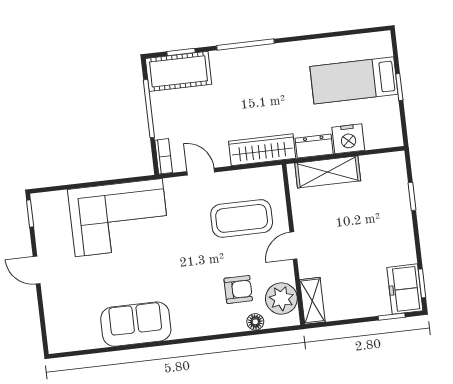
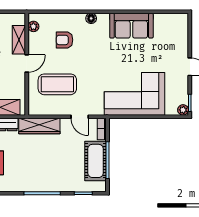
cot: (178, 71) -> (96, 161), moved, turned 90
plant: (39, 201) -> (183, 110), added
plant: (281, 299) -> (33, 26), width x0.53, depth x0.53
shelving: (312, 301) -> (19, 40), moved
floor lamp: (255, 322) -> (91, 18), moved

